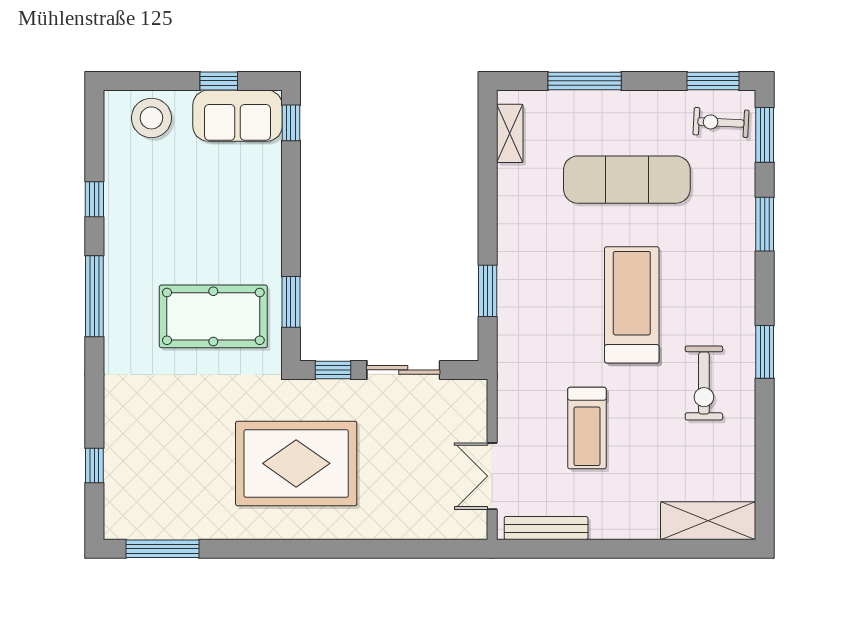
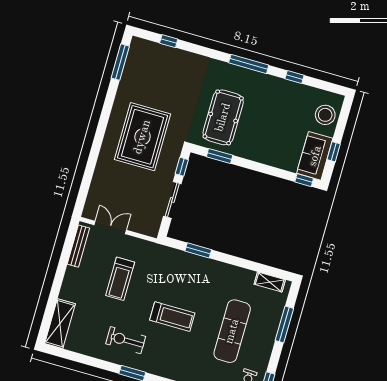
treadmill: (632, 305) -> (172, 317), width x0.73, depth x0.73
treadmill: (587, 428) -> (120, 279), turned -90

